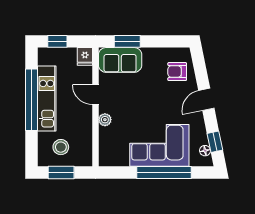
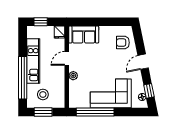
window: (127, 41) -> (89, 22), removed
door: (95, 95) -> (67, 58), hinge flipped
window: (31, 100) -> (23, 78), moved
window: (164, 172) -> (95, 112), moved

